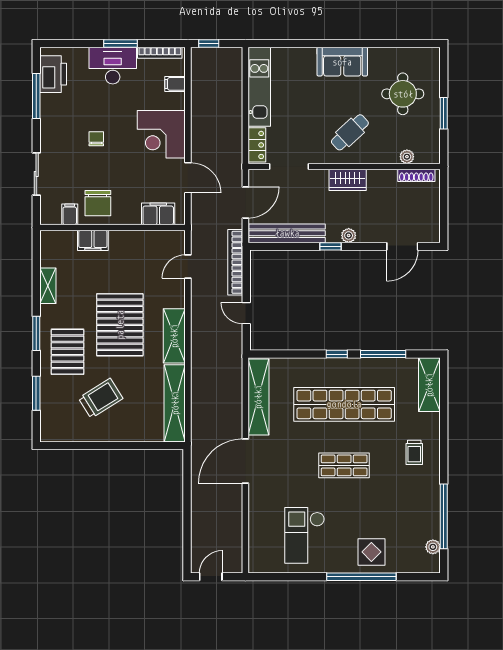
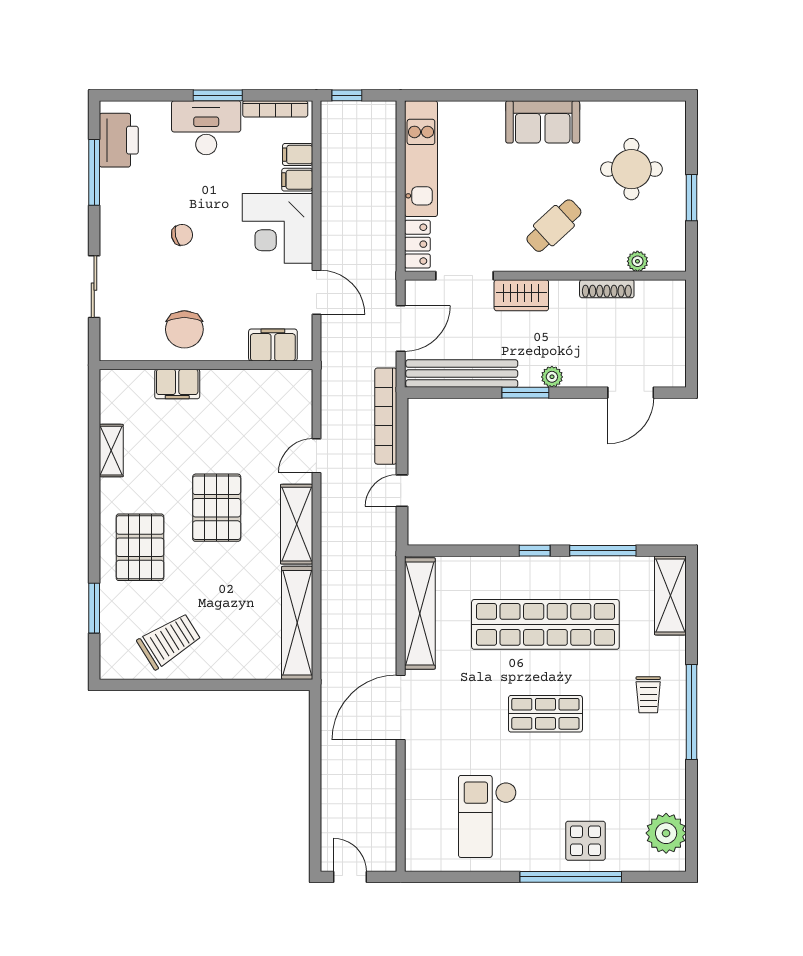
chair: (96, 139) -> (182, 235), turned 77
shoe rack: (416, 175) -> (607, 289), moved
wardrobe: (348, 180) -> (521, 295), moved
filing cabinet: (70, 214) -> (297, 180), moved, turned -90
window: (330, 246) -> (525, 393), width x1.50
door: (188, 267) -> (316, 456), moved
door: (246, 313) -> (402, 491), hinge flipped
pallet: (120, 325) -> (217, 508), width x0.73, depth x0.71
window: (36, 333) -> (94, 520), removed
trolley: (101, 398) -> (169, 641), moved
window: (444, 516) -> (691, 712), moved
plant: (433, 547) -> (666, 833), width x1.88, depth x1.88
door: (211, 577) -> (350, 877), hinge flipped

